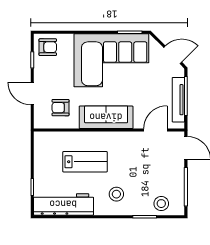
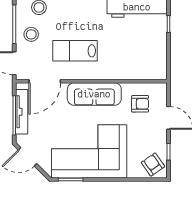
armchair: (48, 47) -> (153, 164), turned 55
door: (155, 130) -> (45, 81), width x1.36
lab bench: (85, 162) -> (75, 51), moved
stool: (116, 194) -> (31, 34), moved

